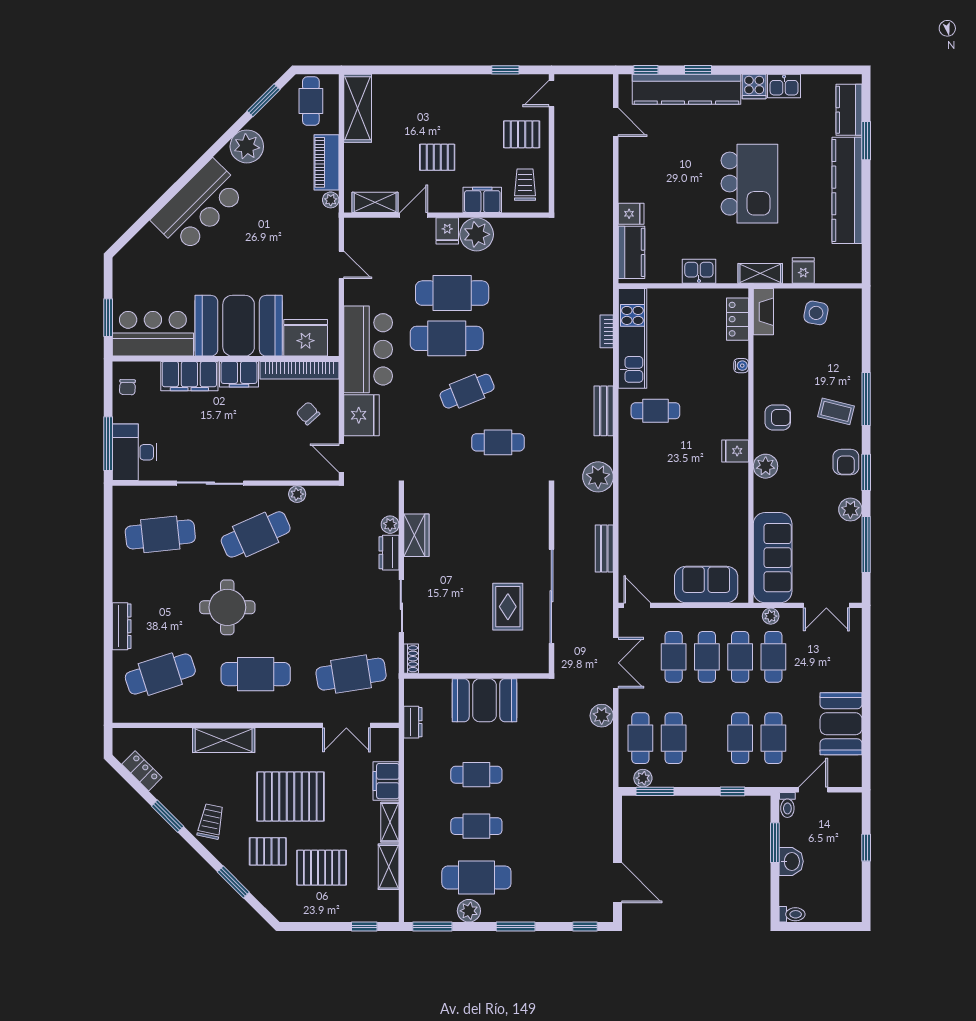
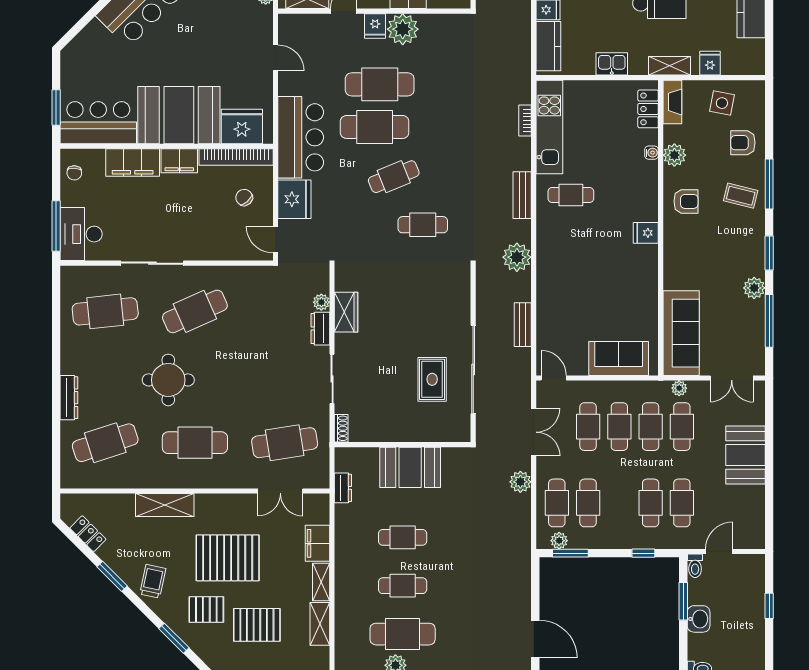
armchair: (846, 462) -> (743, 143), moved, turned 90
plant: (766, 466) -> (674, 155), moved
plant: (297, 494) -> (234, 273), removed
booth: (841, 724) -> (745, 455), moved

